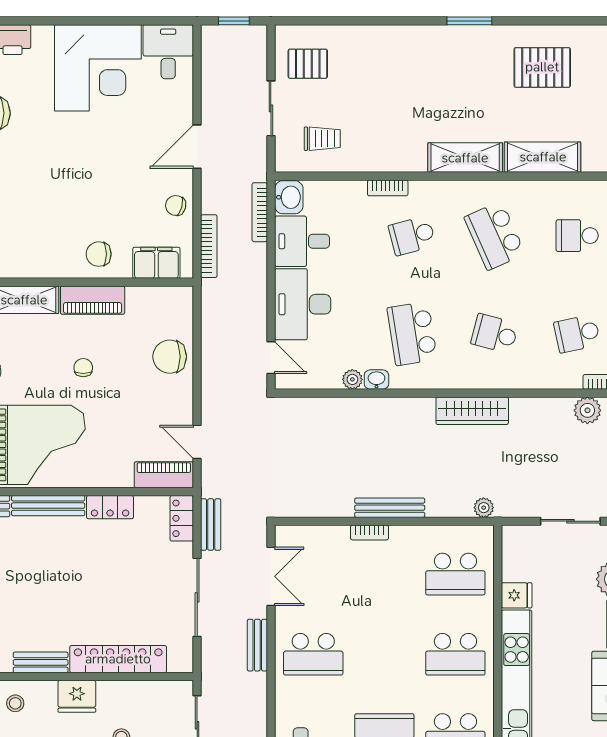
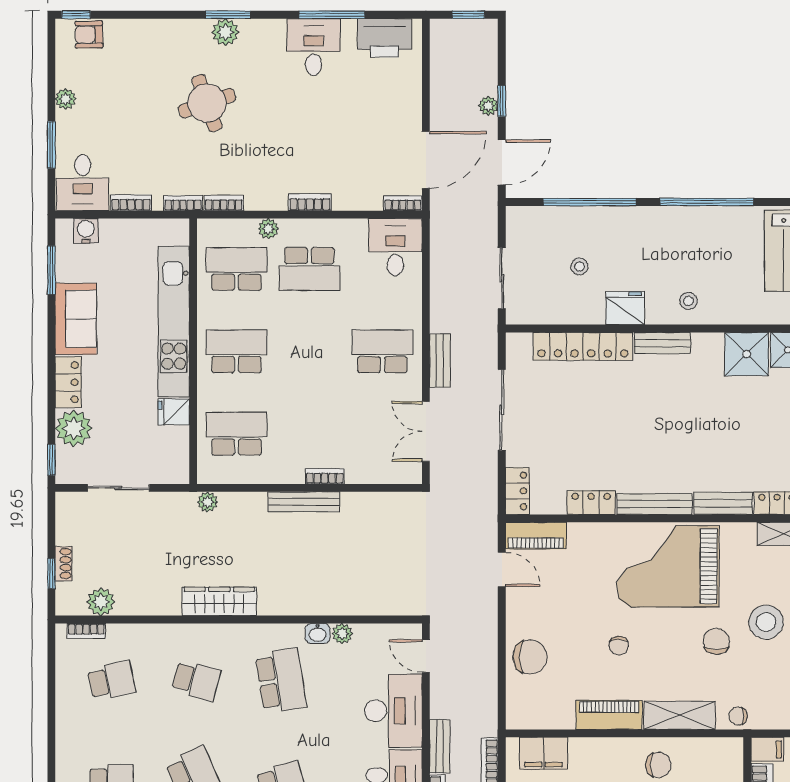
chair: (99, 254) -> (658, 765), moved
bench: (211, 524) -> (440, 746), moved

